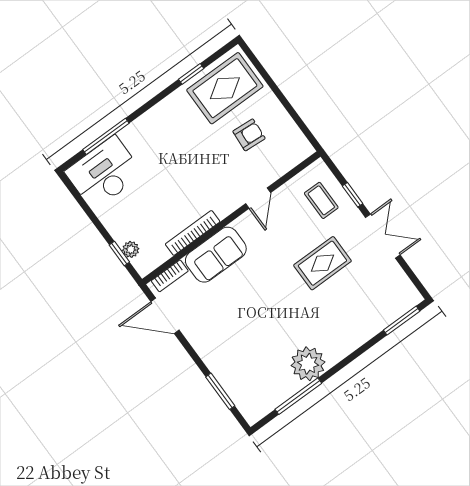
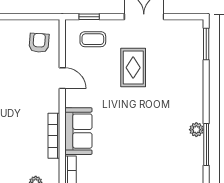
armchair: (249, 135) -> (39, 43), moved
window: (353, 195) -> (89, 17), moved
plant: (308, 364) -> (196, 130), width x0.53, depth x0.53

